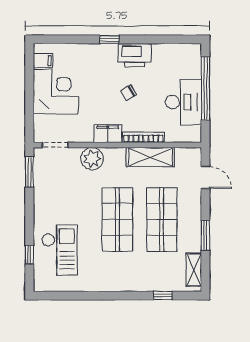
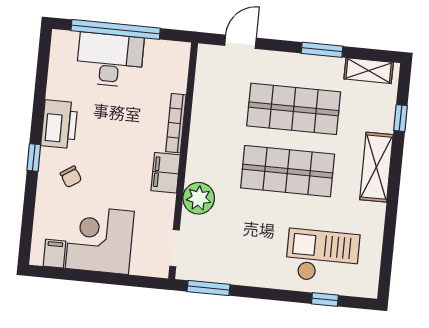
chair: (128, 93) -> (71, 177), moved
desk: (183, 102) -> (110, 60), moved
shelving: (150, 157) -> (376, 167), moved

